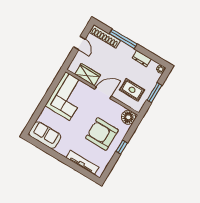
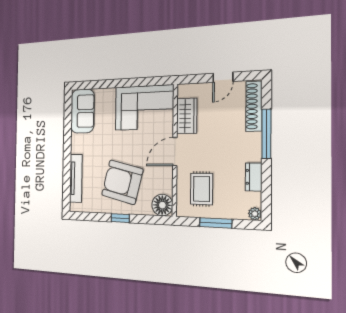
door: (103, 93) -> (175, 152), swing flipped
armchair: (102, 134) -> (122, 182), turned -76

